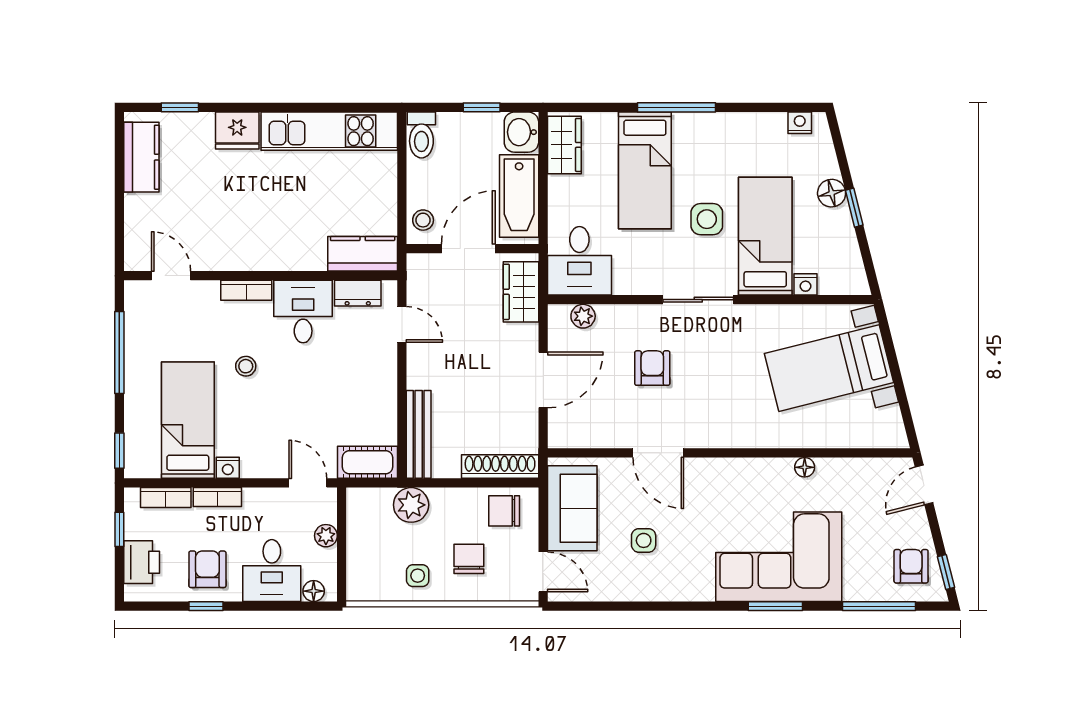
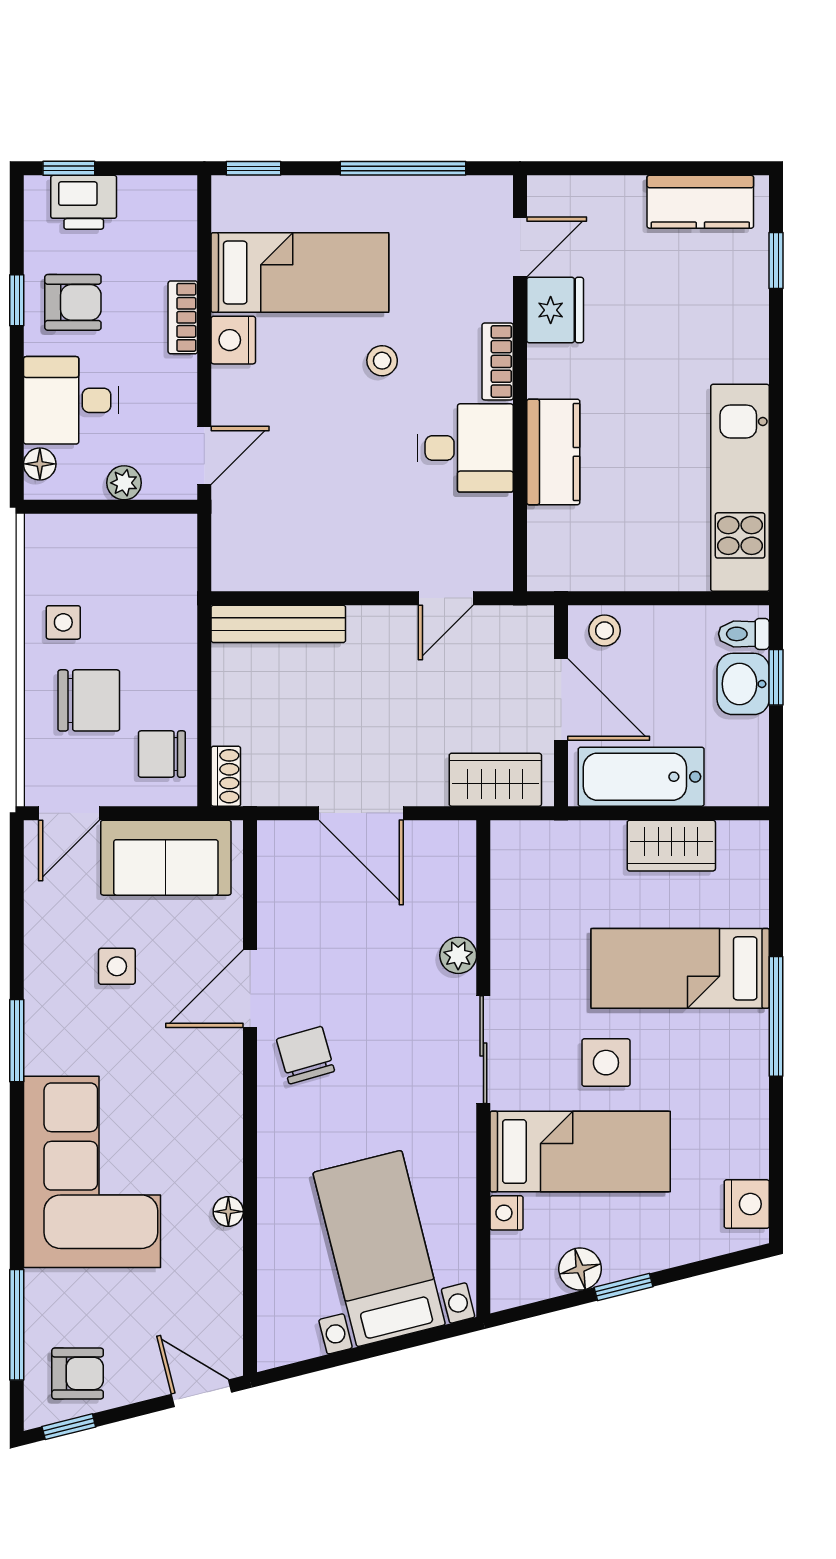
window: (482, 107) -> (776, 677), moved
nightstand: (800, 123) -> (747, 1204), width x1.39, depth x1.35
fridge: (237, 130) -> (555, 310), moved, turned 180
washbasin: (521, 132) -> (743, 684), moved, turned -90
toilet: (421, 135) -> (744, 634), width x0.73, depth x0.72
wardrobe: (564, 145) -> (671, 846), moved
floor lamp: (832, 193) -> (580, 1269), moved
kitchen counter: (363, 254) -> (553, 452), moved
desk: (579, 261) -> (543, 869), removed
dresser: (358, 293) -> (493, 531), removed
plant: (583, 316) -> (458, 955), moved
armchair: (652, 368) -> (379, 980), removed
chair: (702, 417) -> (305, 1055), added
cot: (367, 462) -> (236, 546), removed
shoe rack: (500, 467) -> (226, 776), width x0.51, depth x0.81
nightstand: (228, 468) -> (233, 340), width x1.39, depth x1.35
bookcase: (166, 497) -> (182, 239), removed
plant: (411, 505) -> (171, 612), removed
chair: (504, 511) -> (162, 754), turned -90
window: (119, 529) -> (69, 168), moved
chair: (469, 559) -> (89, 700), width x1.37, depth x1.37
window: (775, 606) -> (17, 1041), moved

